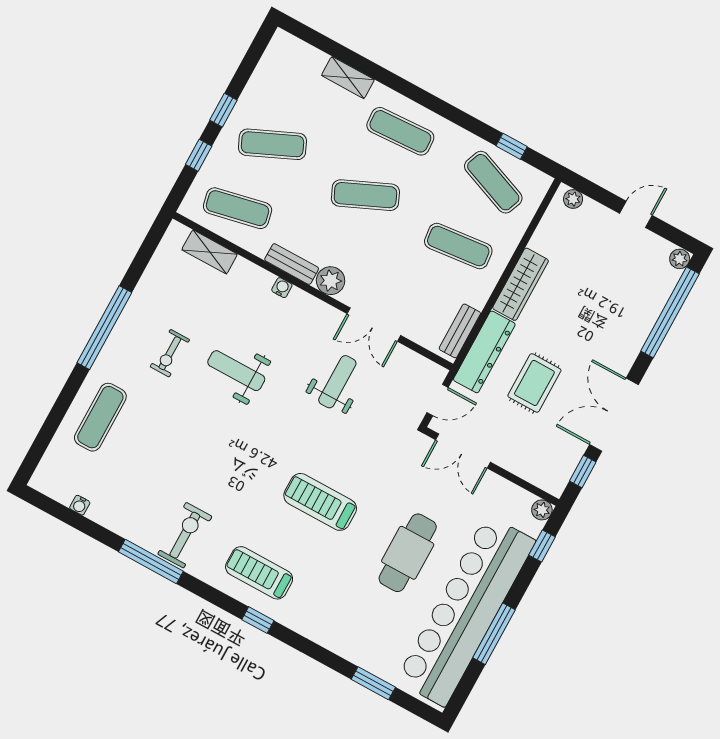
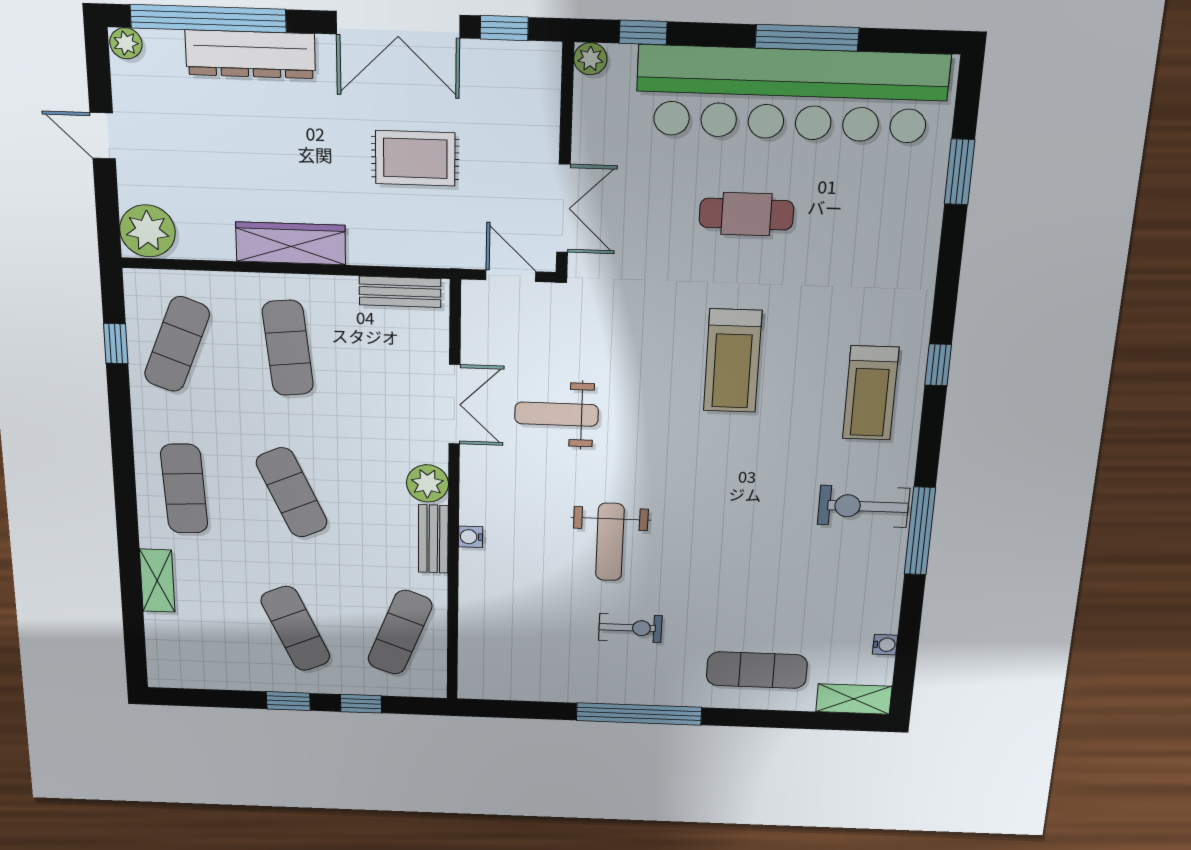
plant: (573, 199) -> (147, 231), width x1.88, depth x1.88
exercise mat: (238, 208) -> (400, 632), turned 33
shelving: (210, 252) -> (854, 699), moved, turned 90
dresser: (484, 352) -> (250, 54), moved, turned 180
cafe table: (408, 553) -> (746, 214), width x0.73, depth x0.74

